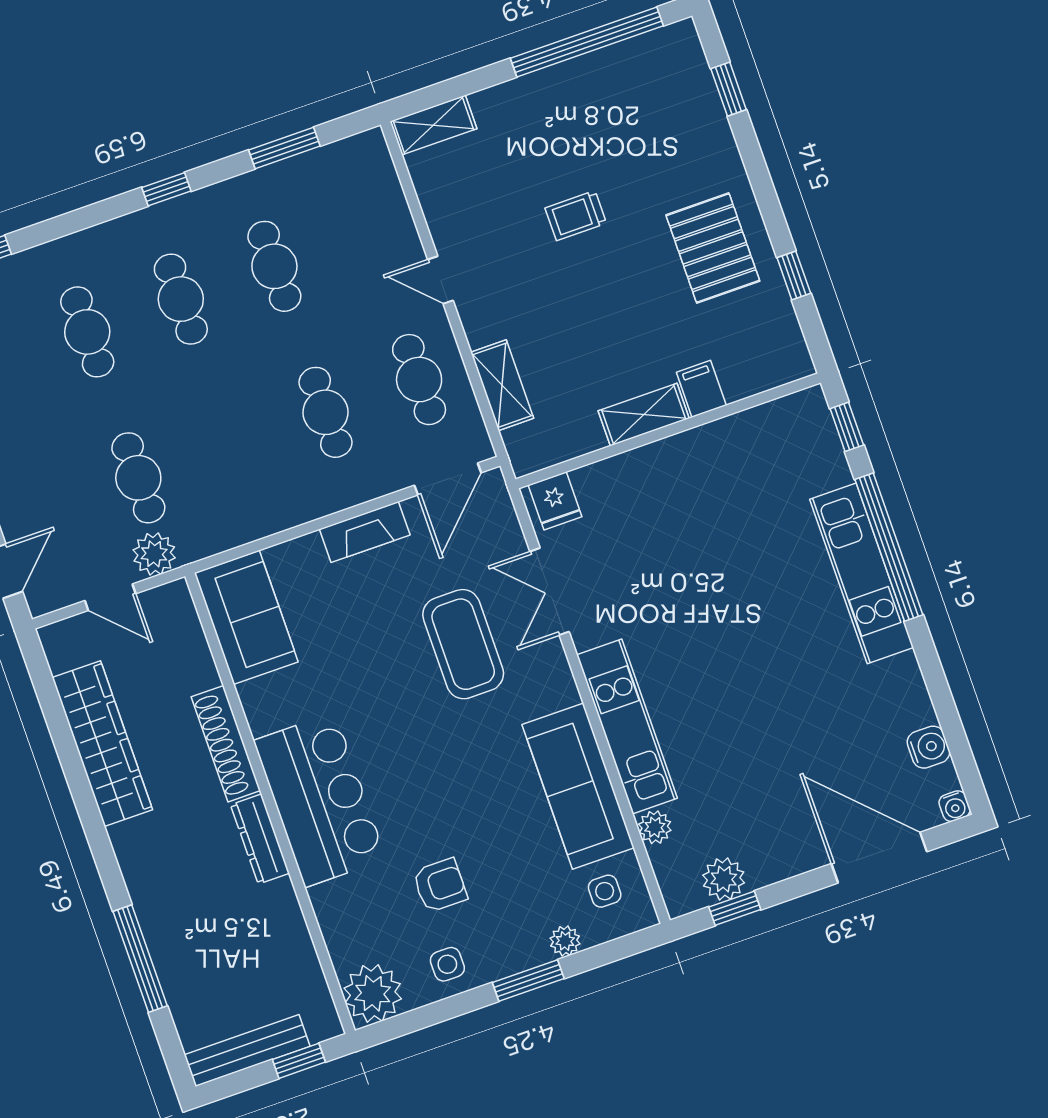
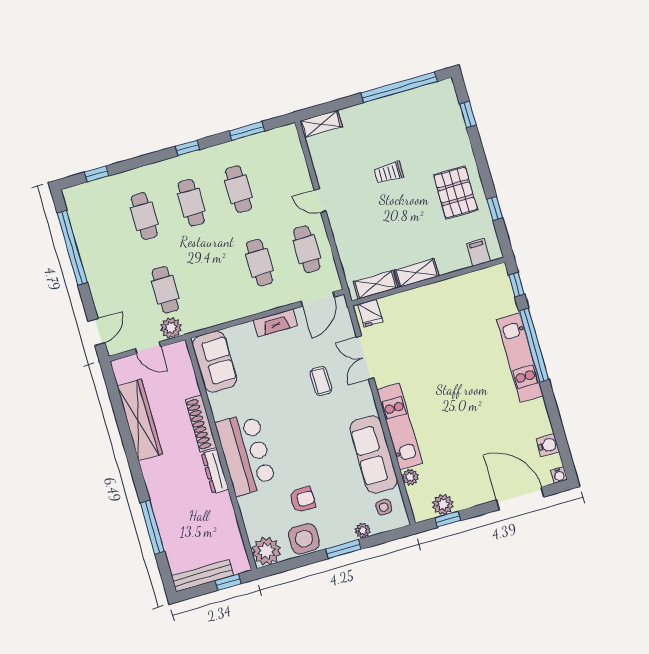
shelving: (502, 385) -> (375, 285), moved, turned 90
filing cabinet: (701, 389) -> (479, 252), moved
coffee table: (463, 644) -> (321, 381), width x0.54, depth x0.58
side table: (447, 964) -> (304, 539), width x1.87, depth x1.87

